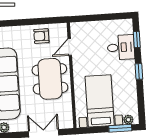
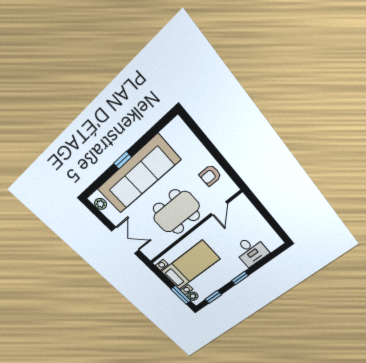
armchair: (41, 36) -> (210, 175), turned -90
window: (137, 39) -> (213, 297), moved
door: (70, 47) -> (219, 208), swing flipped

